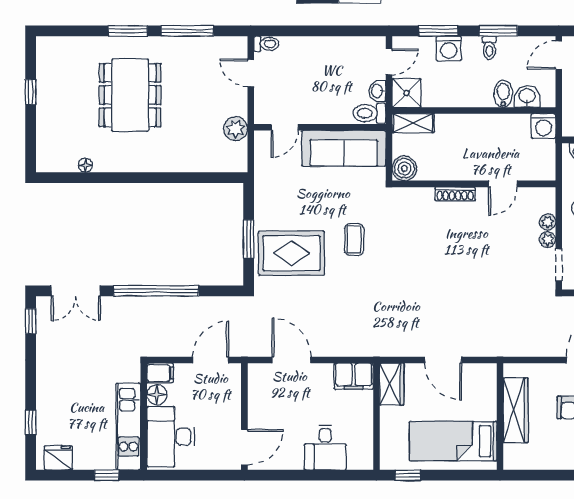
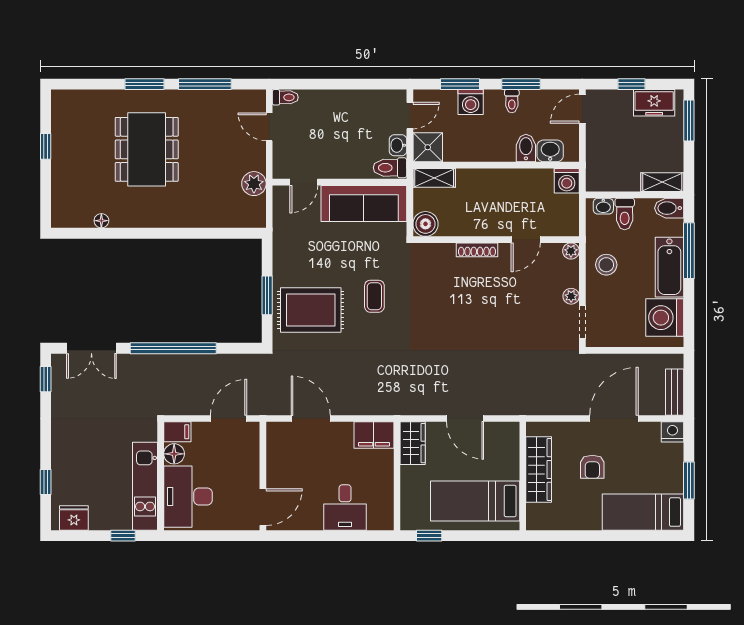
plant: (548, 222) -> (571, 251), moved

